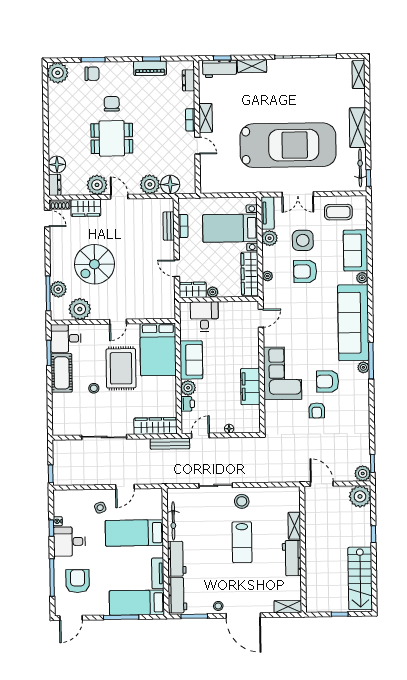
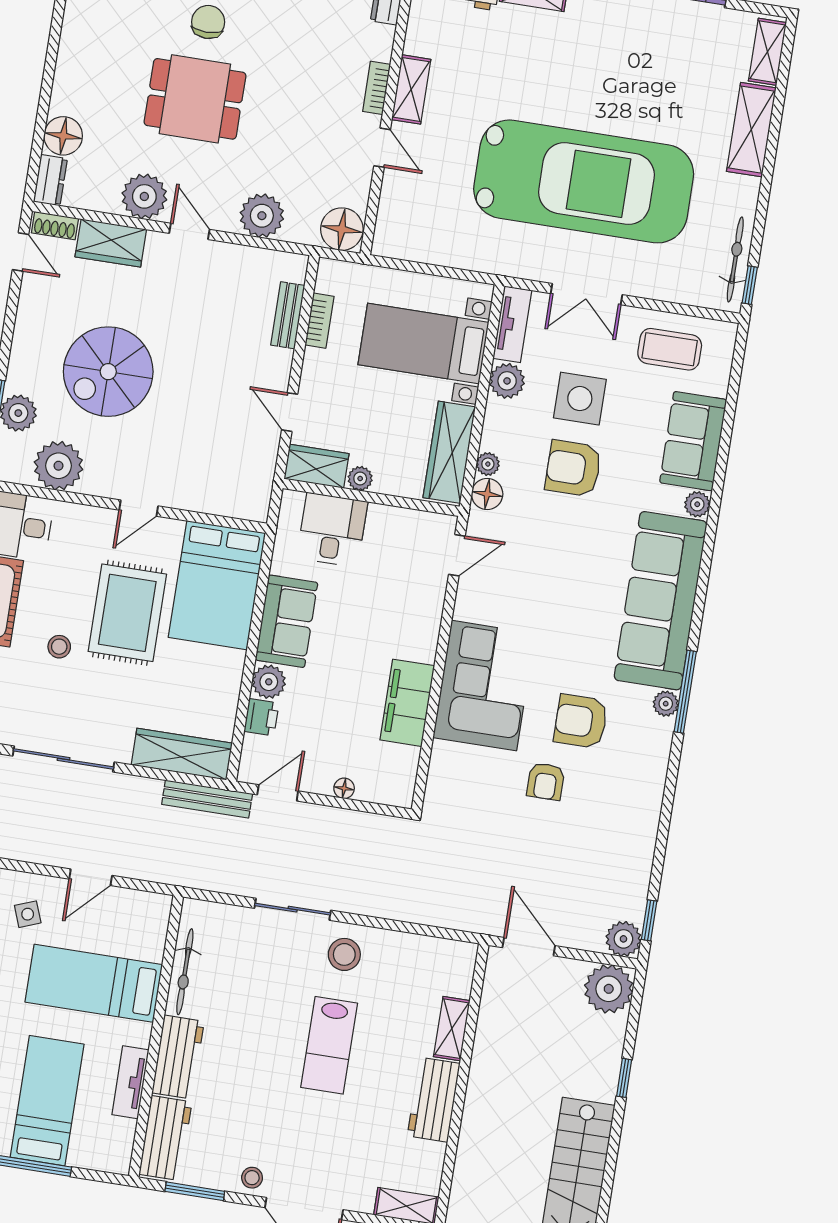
shelving: (358, 128) -> (751, 130), moved
floor lamp: (170, 185) -> (342, 229), moved
floor lamp: (269, 289) -> (487, 494), added
bed: (137, 603) -> (47, 1101), moved, turned 90

